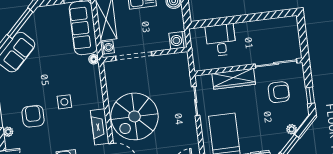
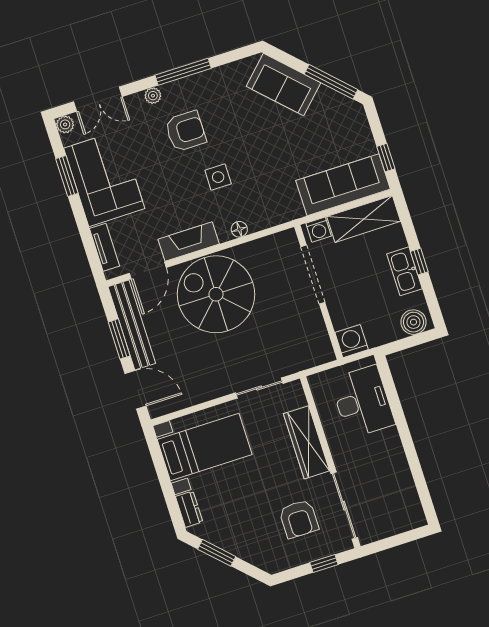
desk: (221, 40) -> (362, 402), width x1.37
floor lamp: (94, 59) -> (239, 229), moved
window: (310, 95) -> (324, 564), moved
plant: (292, 129) -> (243, 551), removed

